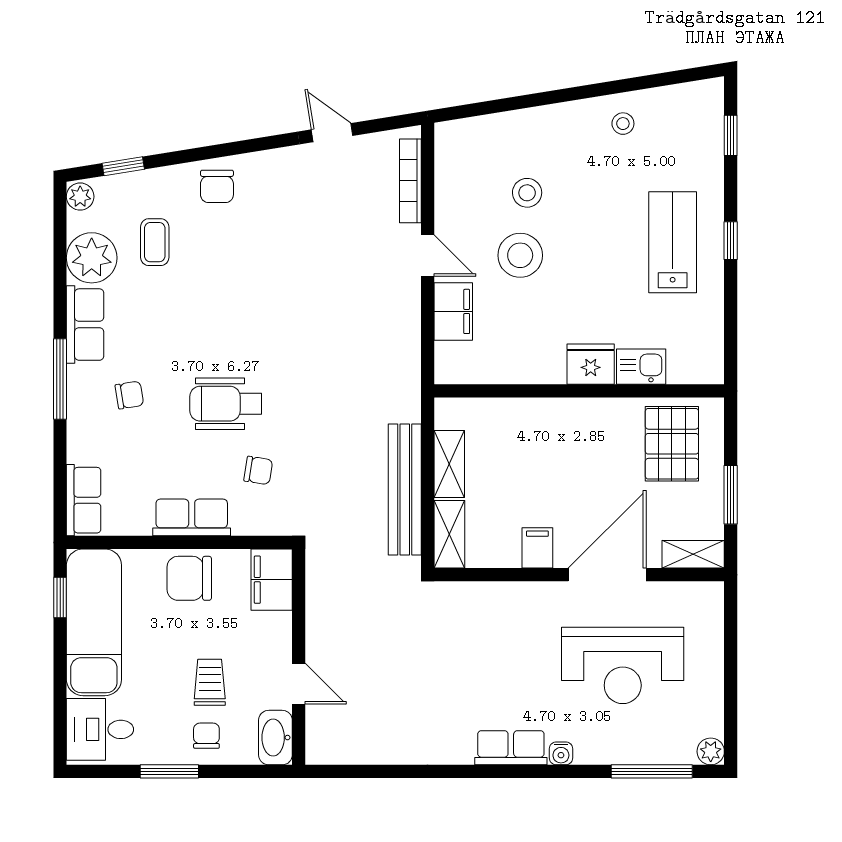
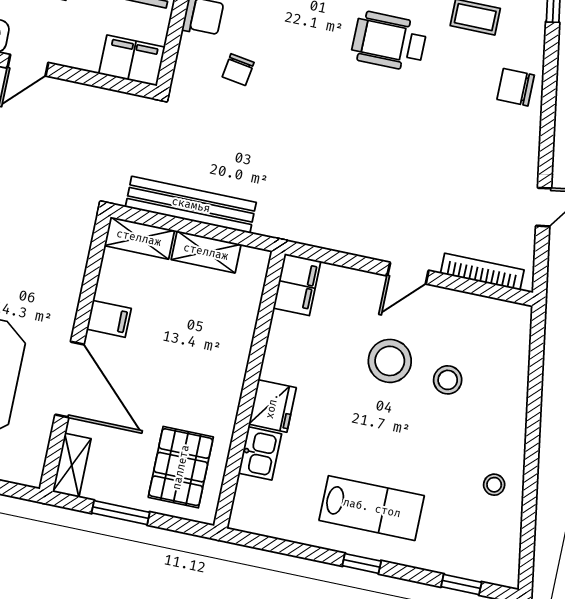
filing cabinet: (453, 311) -> (297, 285), moved, turned -90
wheelchair: (226, 404) -> (389, 41), moved, turned -90
pallet: (672, 444) -> (181, 467), turned 90

